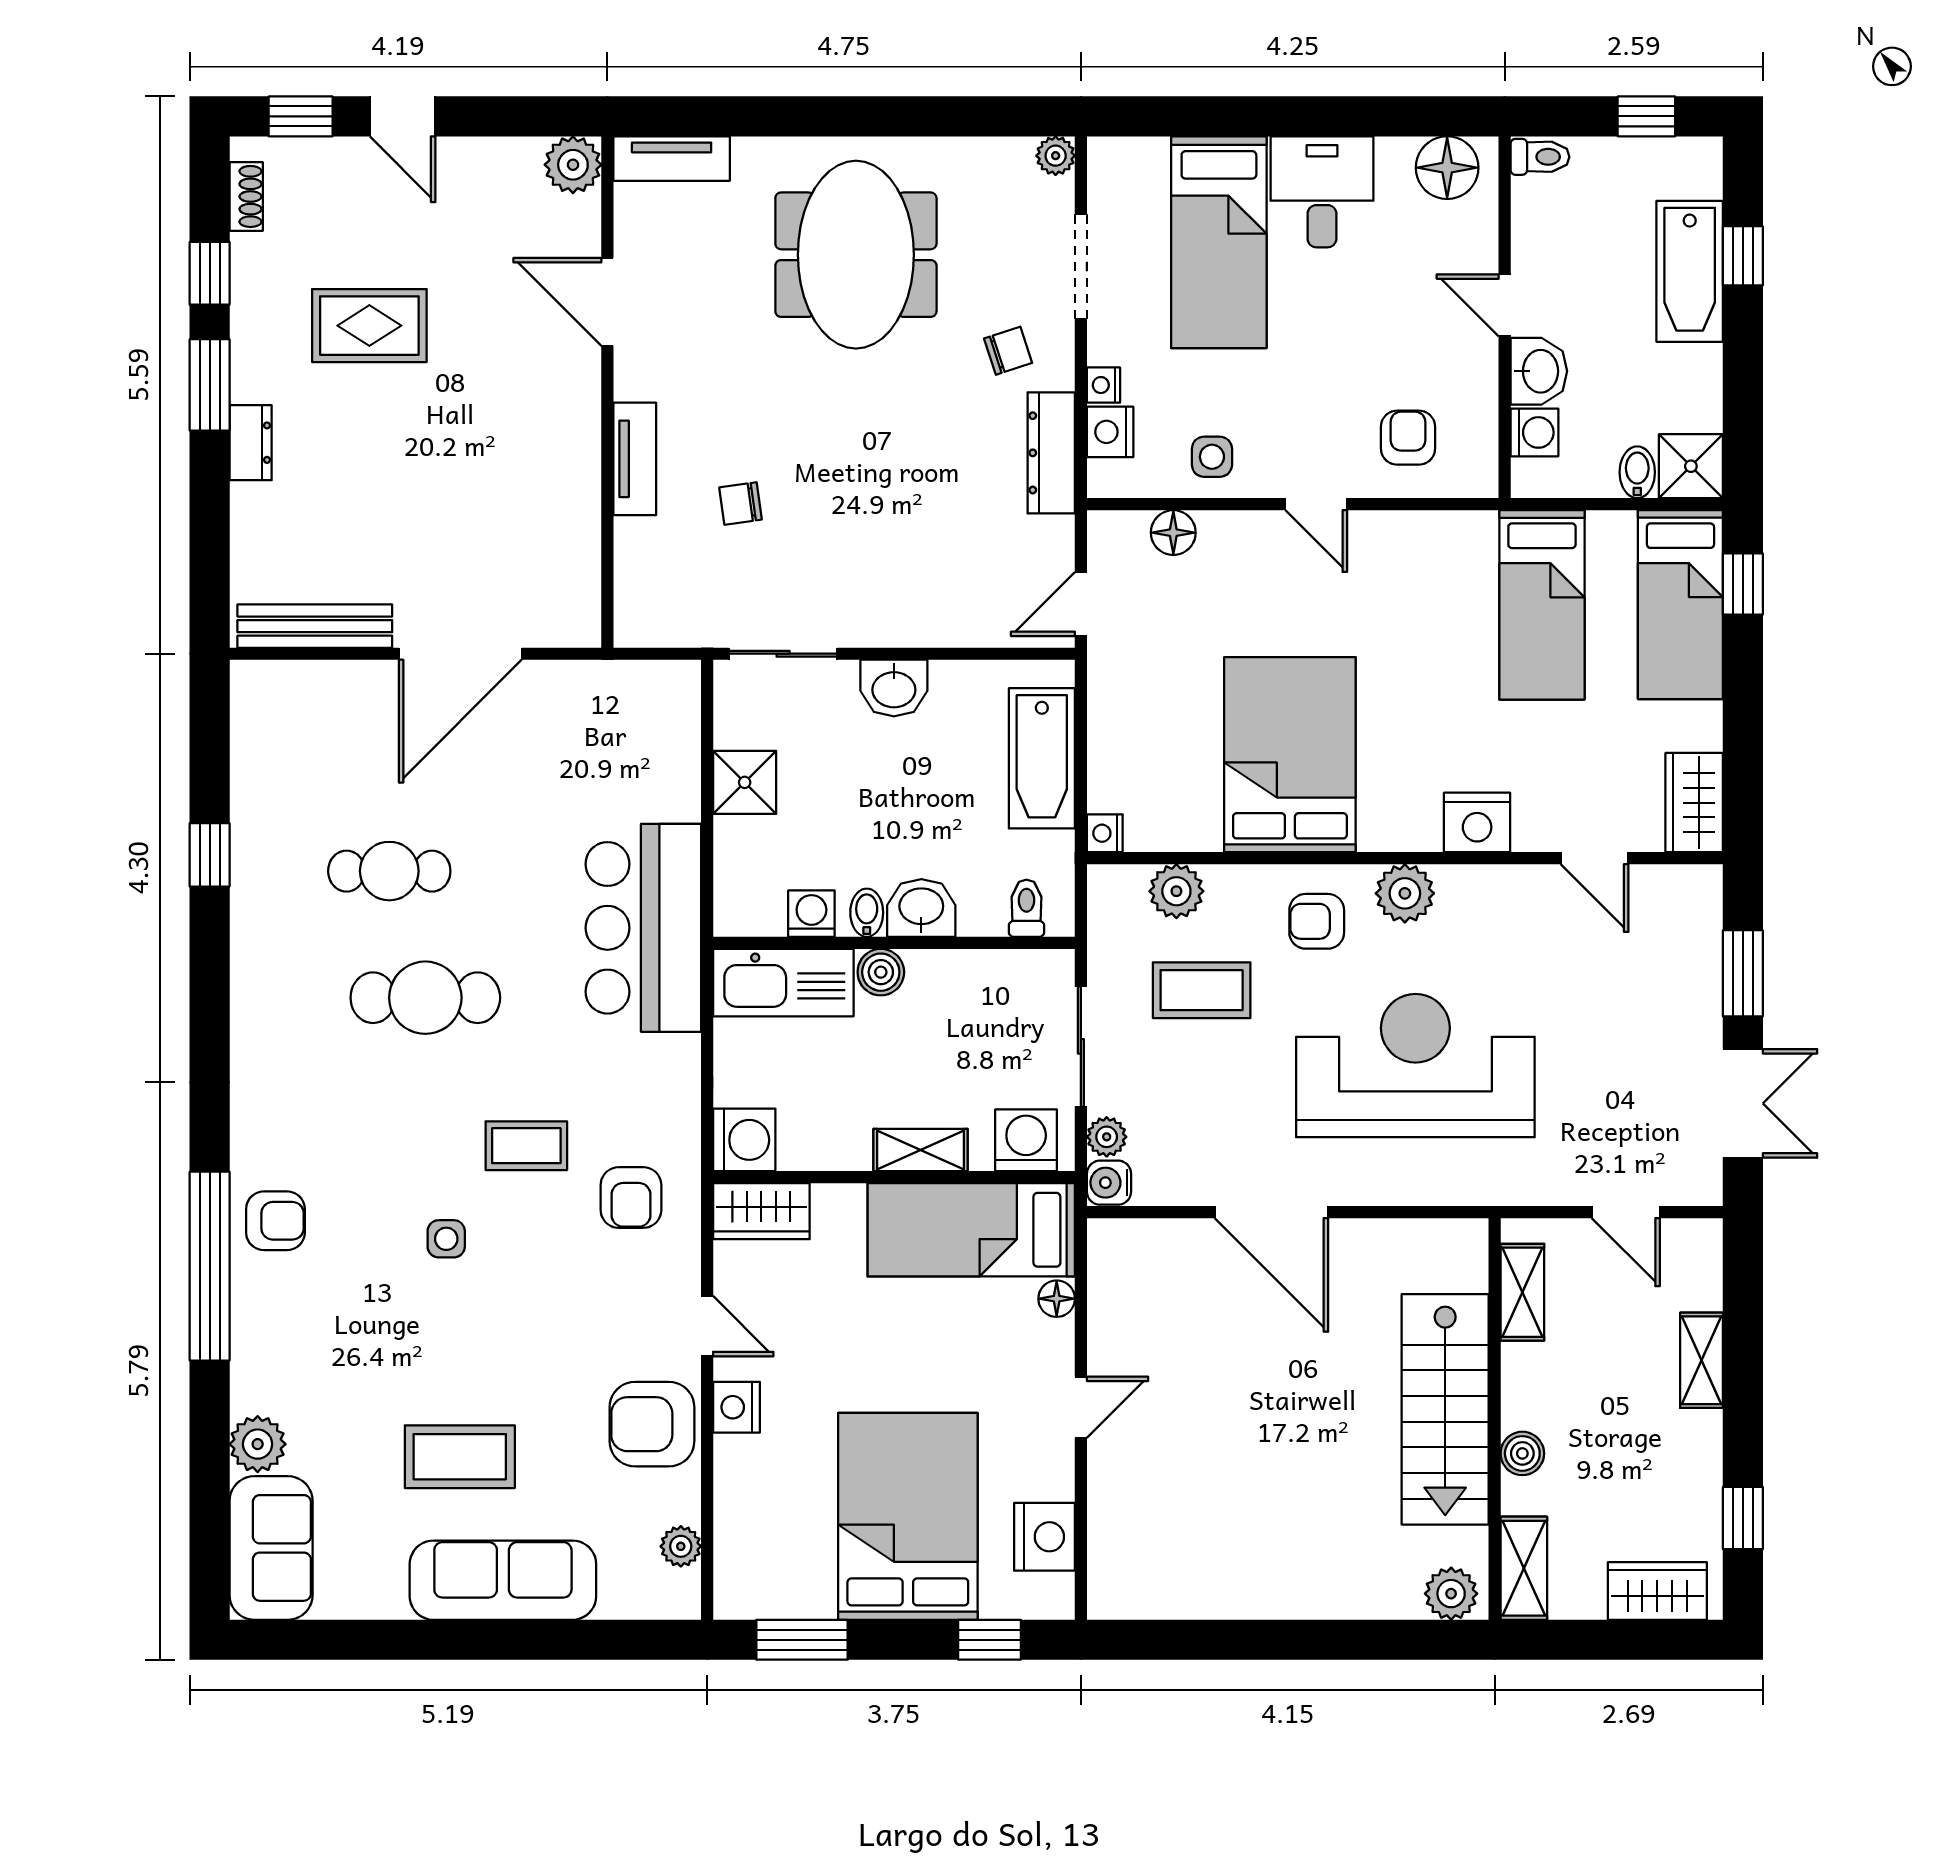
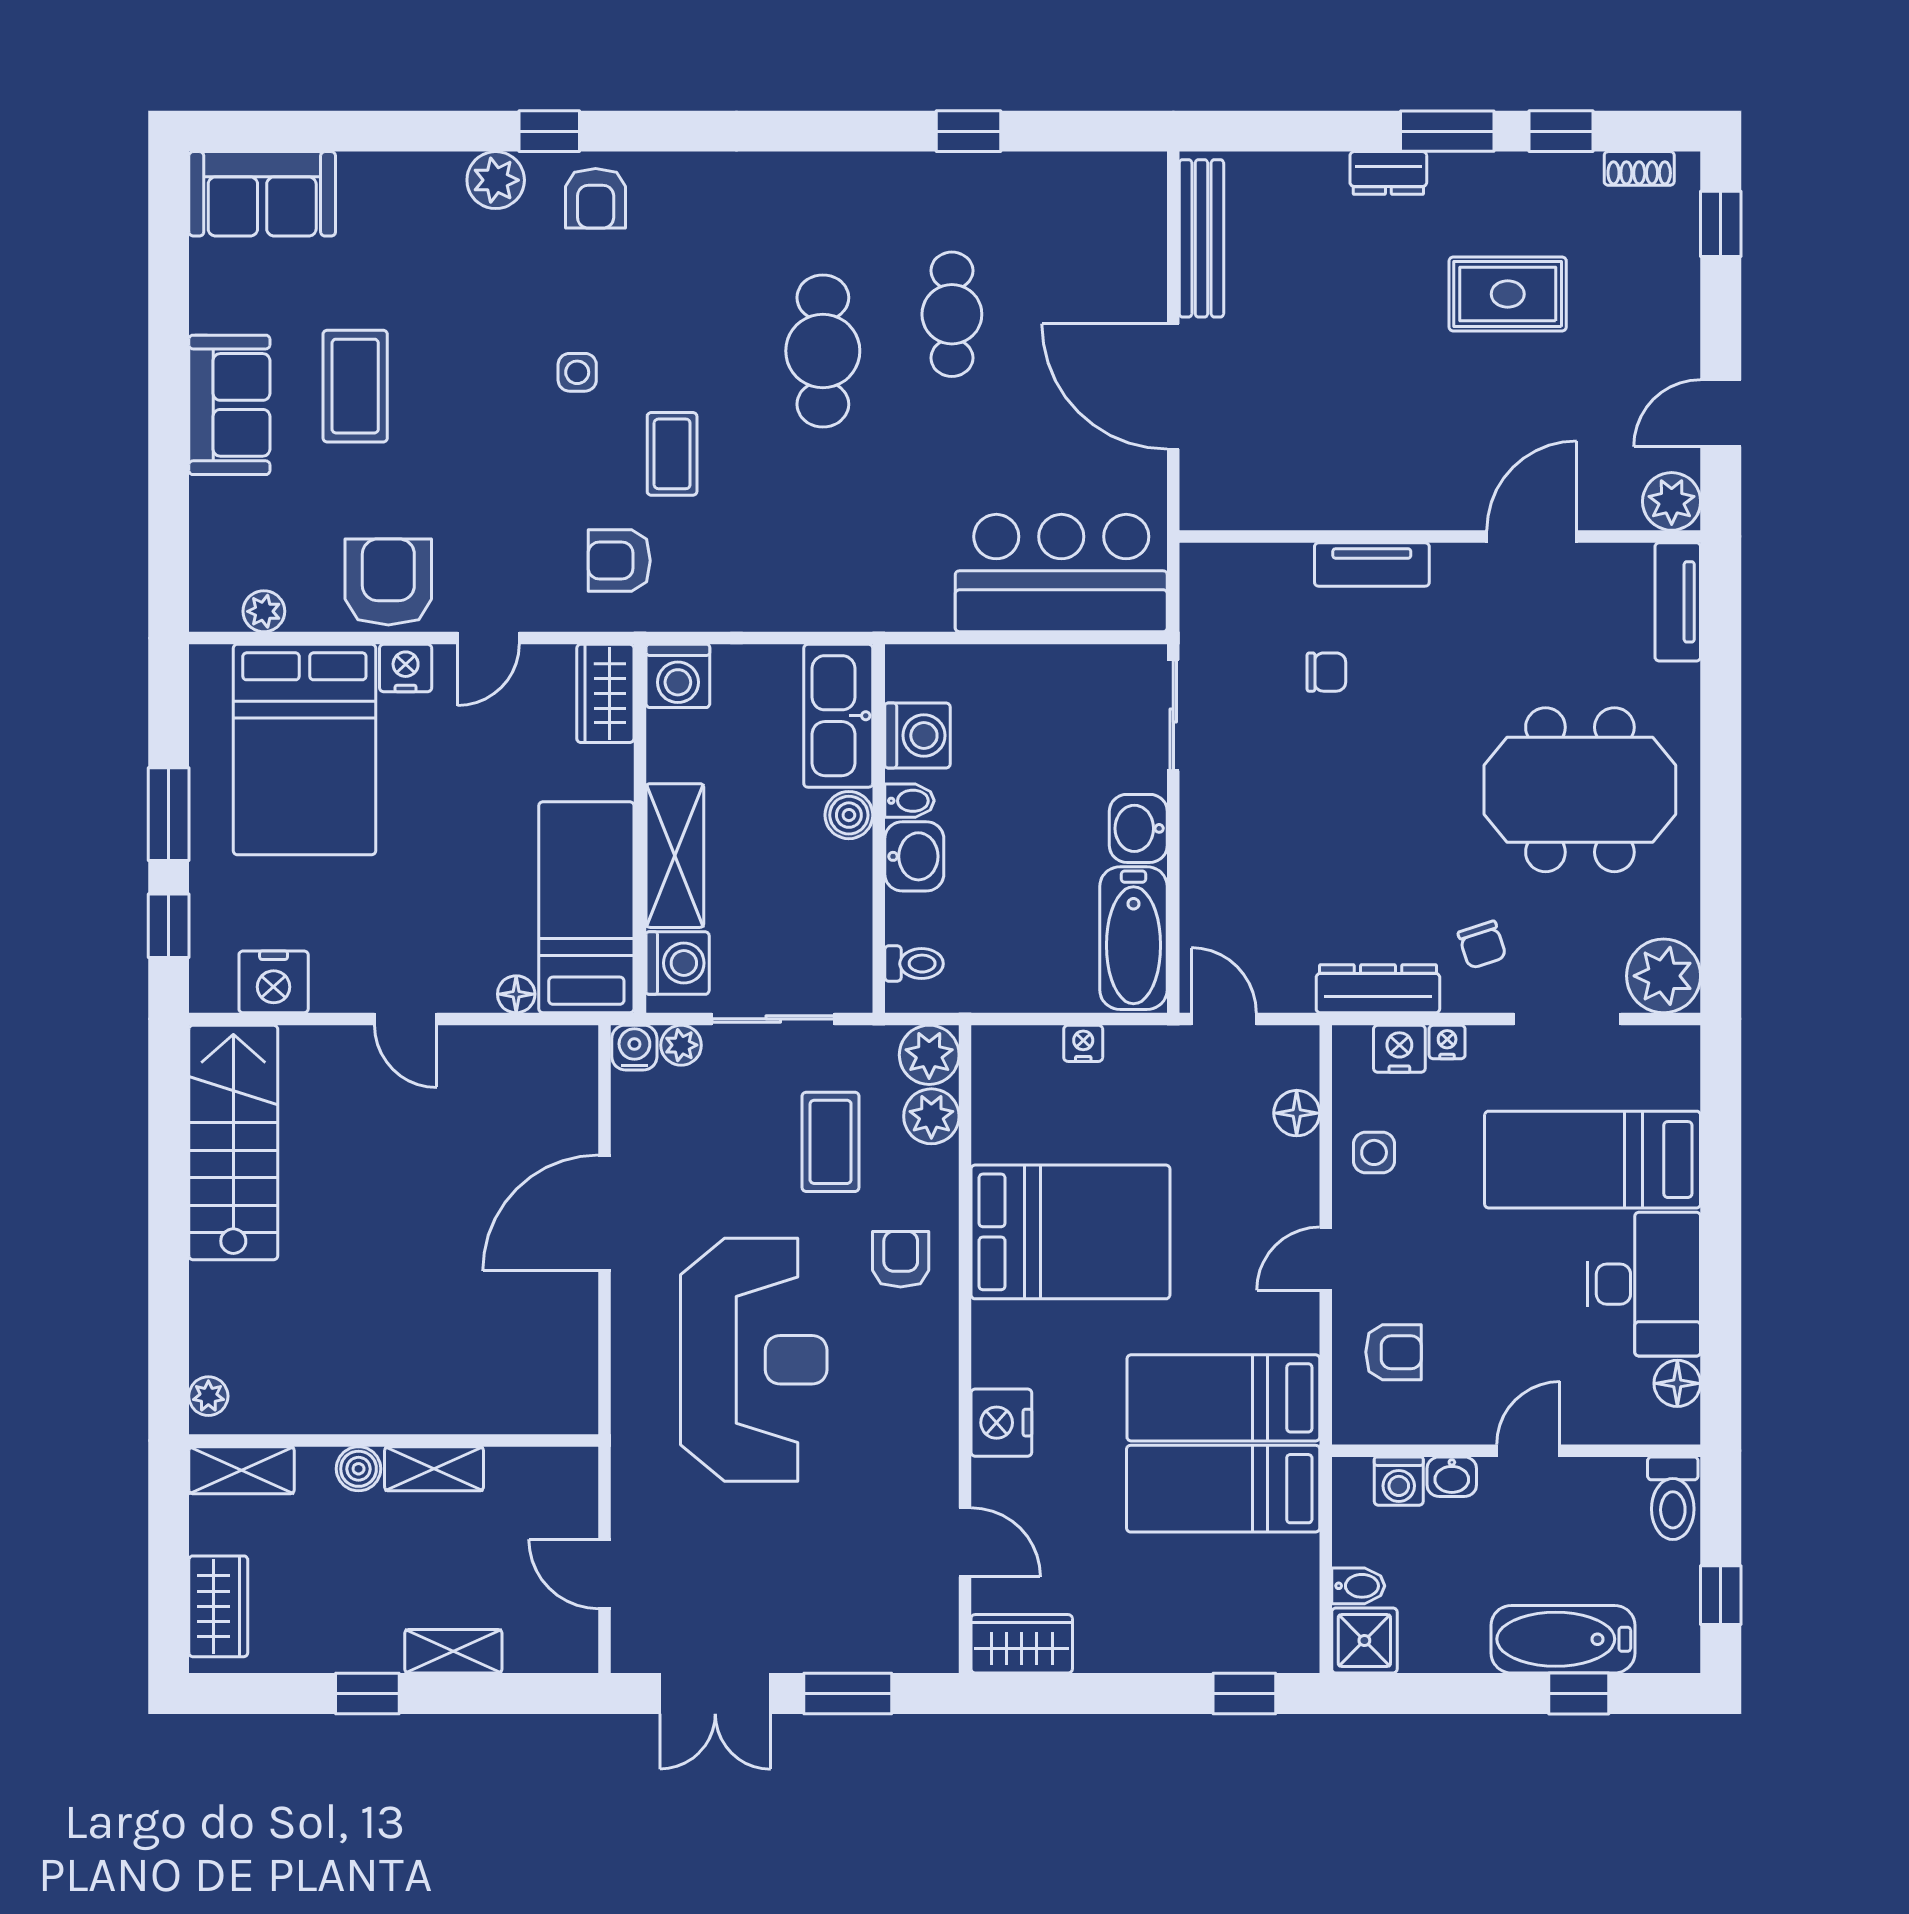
door: (403, 116) -> (1721, 413), moved
plant: (1056, 156) -> (1664, 976), width x1.87, depth x1.87
toilet: (1540, 157) -> (1673, 1498), width x1.37, depth x1.39
floor lamp: (1447, 168) -> (1677, 1383), width x0.73, depth x0.73
desk: (1322, 192) -> (1644, 1284), width x1.37
rug: (369, 326) -> (1508, 294), turned 90
washbasin: (1539, 371) -> (1452, 1477), width x0.72, depth x0.69
chair: (740, 503) -> (1326, 672), turned 98
bed: (1680, 605) -> (1223, 1398), moved
bathtub: (1042, 758) -> (1133, 938), moved, turned -90
shower: (745, 782) -> (1042, 676), removed
nightstand: (1105, 833) -> (1083, 1043), moved
door: (1594, 858) -> (965, 1542), swing flipped
plant: (1405, 893) -> (929, 1055), moved
washing machine: (811, 914) -> (917, 735), width x1.38, depth x1.38
bar counter: (643, 928) -> (1061, 573), moved
shelving: (921, 1150) -> (675, 856), width x1.50, depth x1.33
door: (1626, 1212) -> (604, 1574), hinge flipped
window: (210, 1266) -> (549, 131), width x0.32
shelving: (1522, 1292) -> (434, 1469), moved
stairs: (1445, 1409) -> (233, 1142), moved, turned 90
plant: (258, 1444) -> (496, 180), moved
bed: (908, 1516) -> (304, 750), moved, turned 90
window: (1743, 1518) -> (367, 1693), moved
sofa: (503, 1580) -> (229, 405), width x0.73
plant: (1451, 1594) -> (208, 1396), width x0.73, depth x0.73
window: (802, 1640) -> (169, 814), moved

